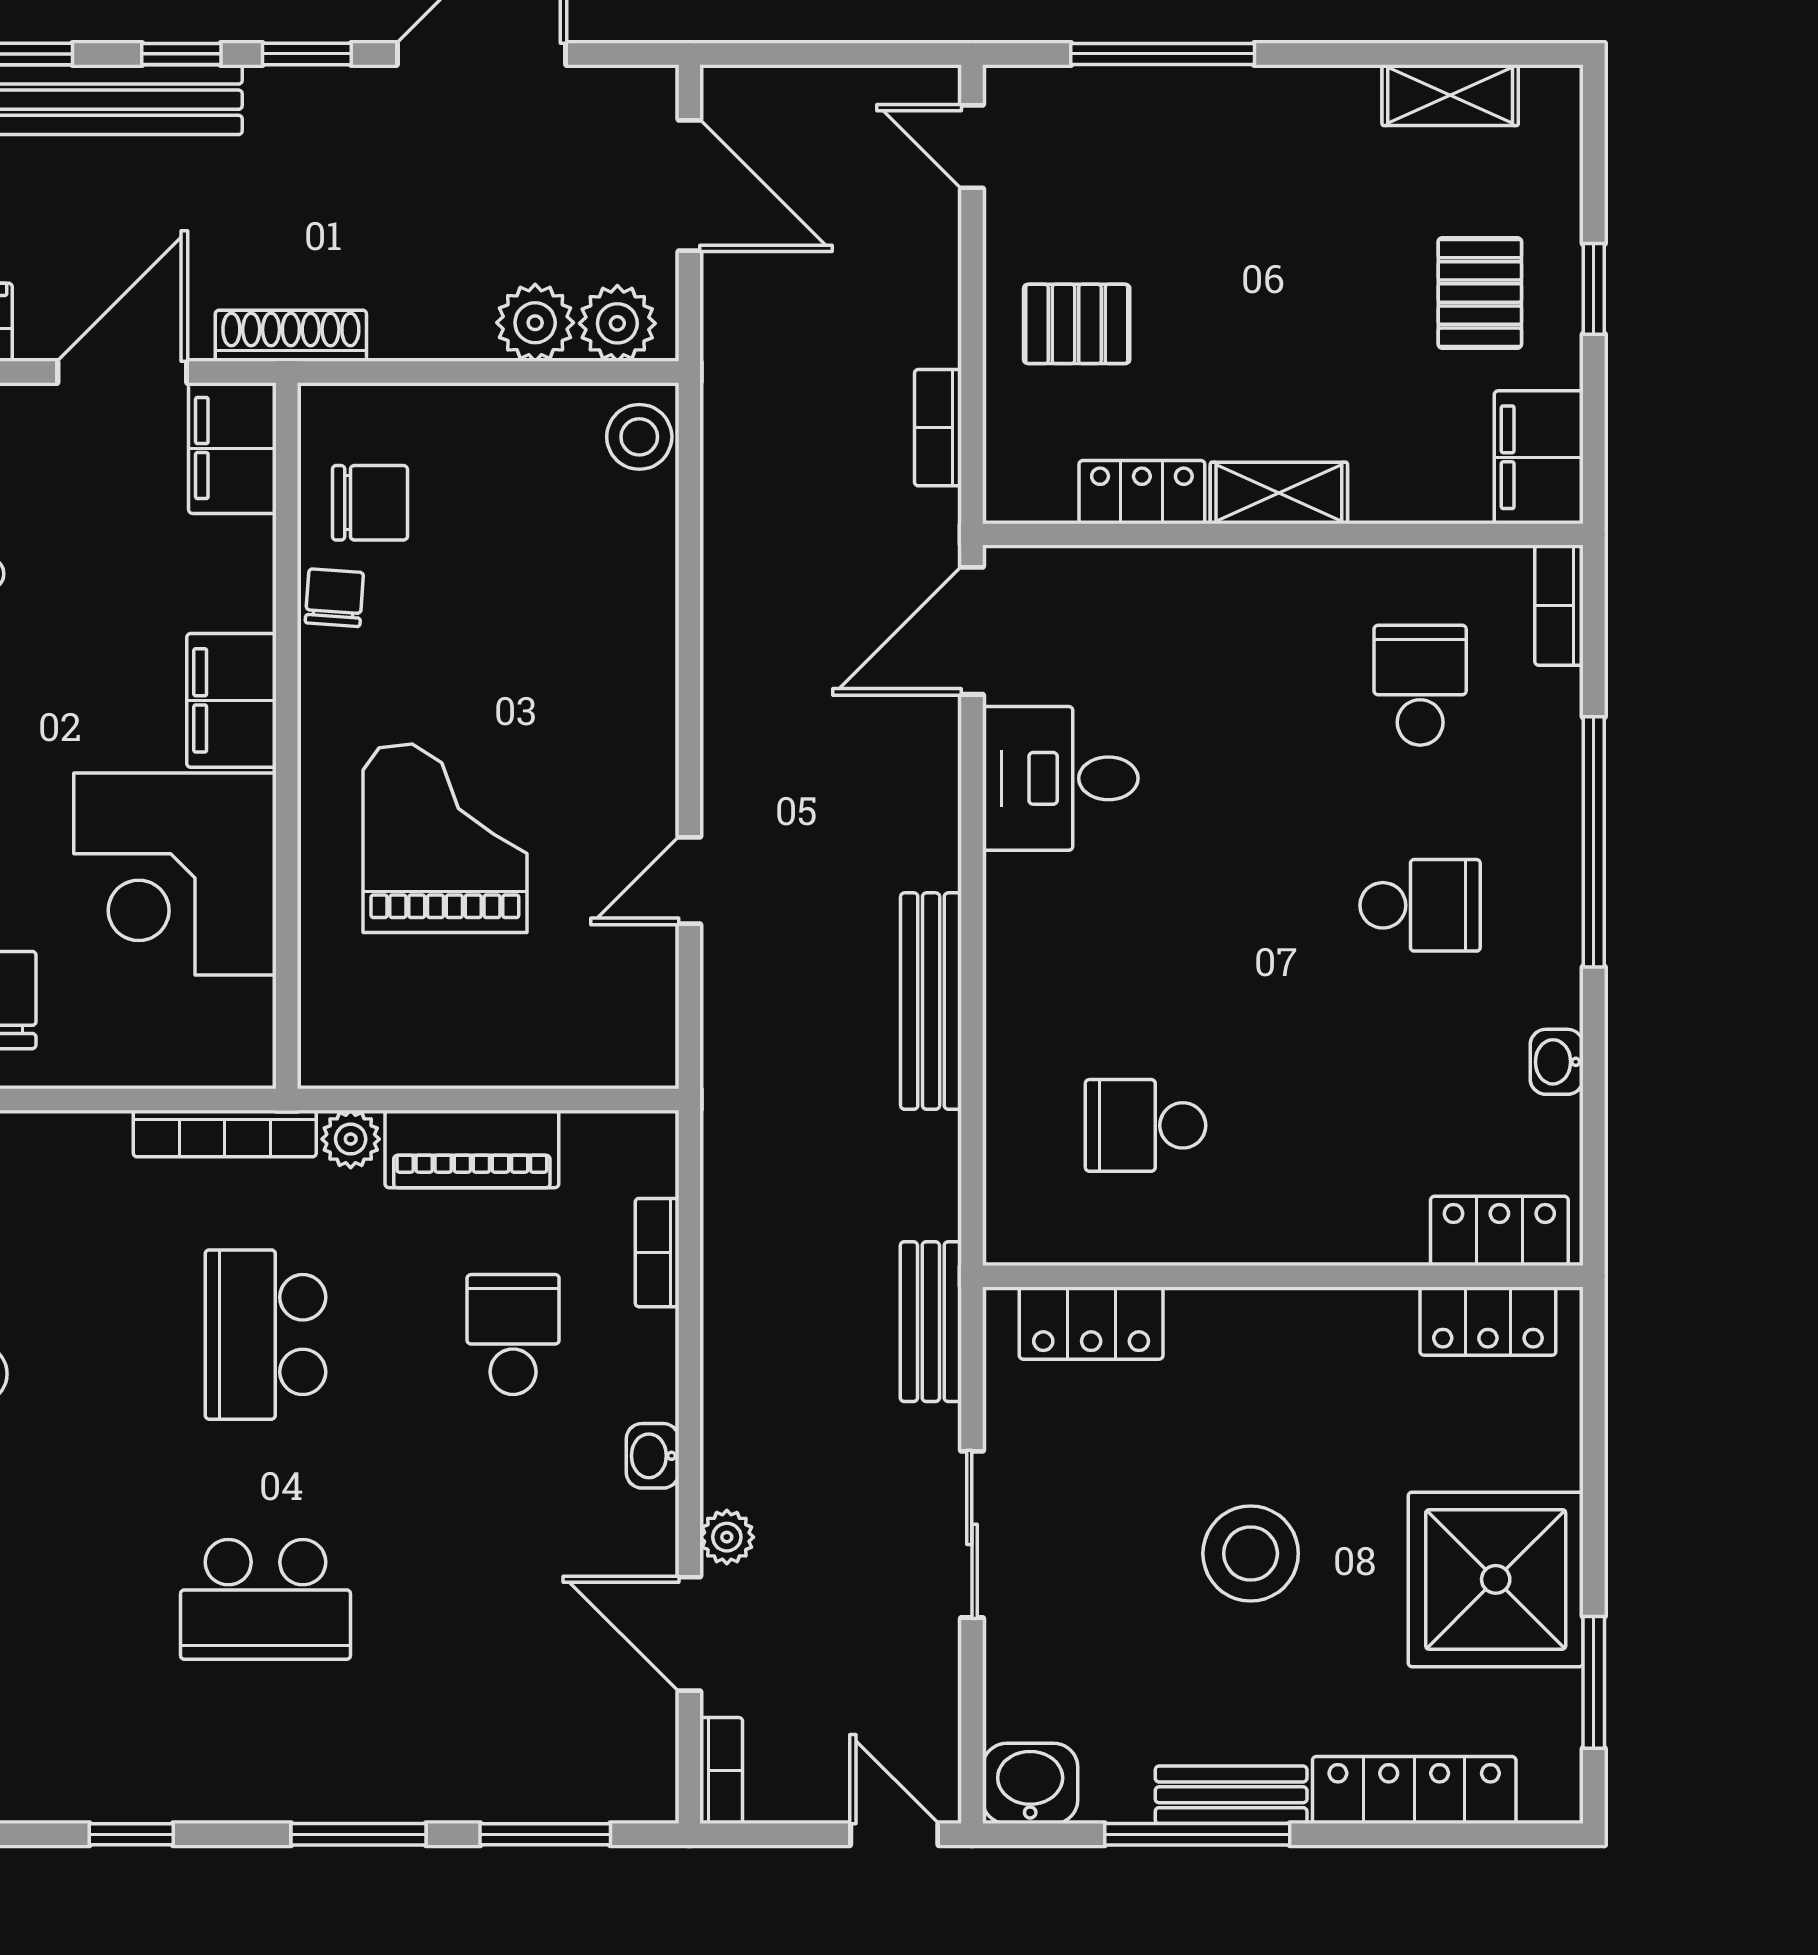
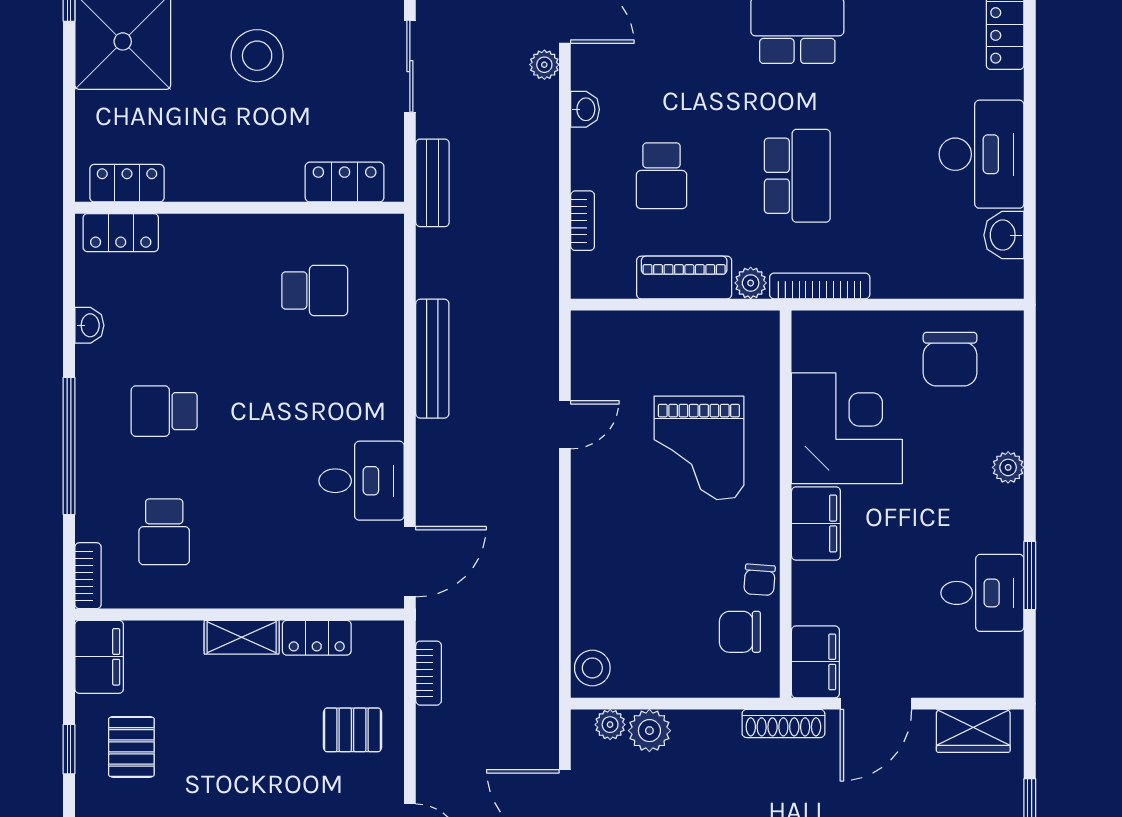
plant: (617, 323) -> (610, 725), width x0.73, depth x0.73

